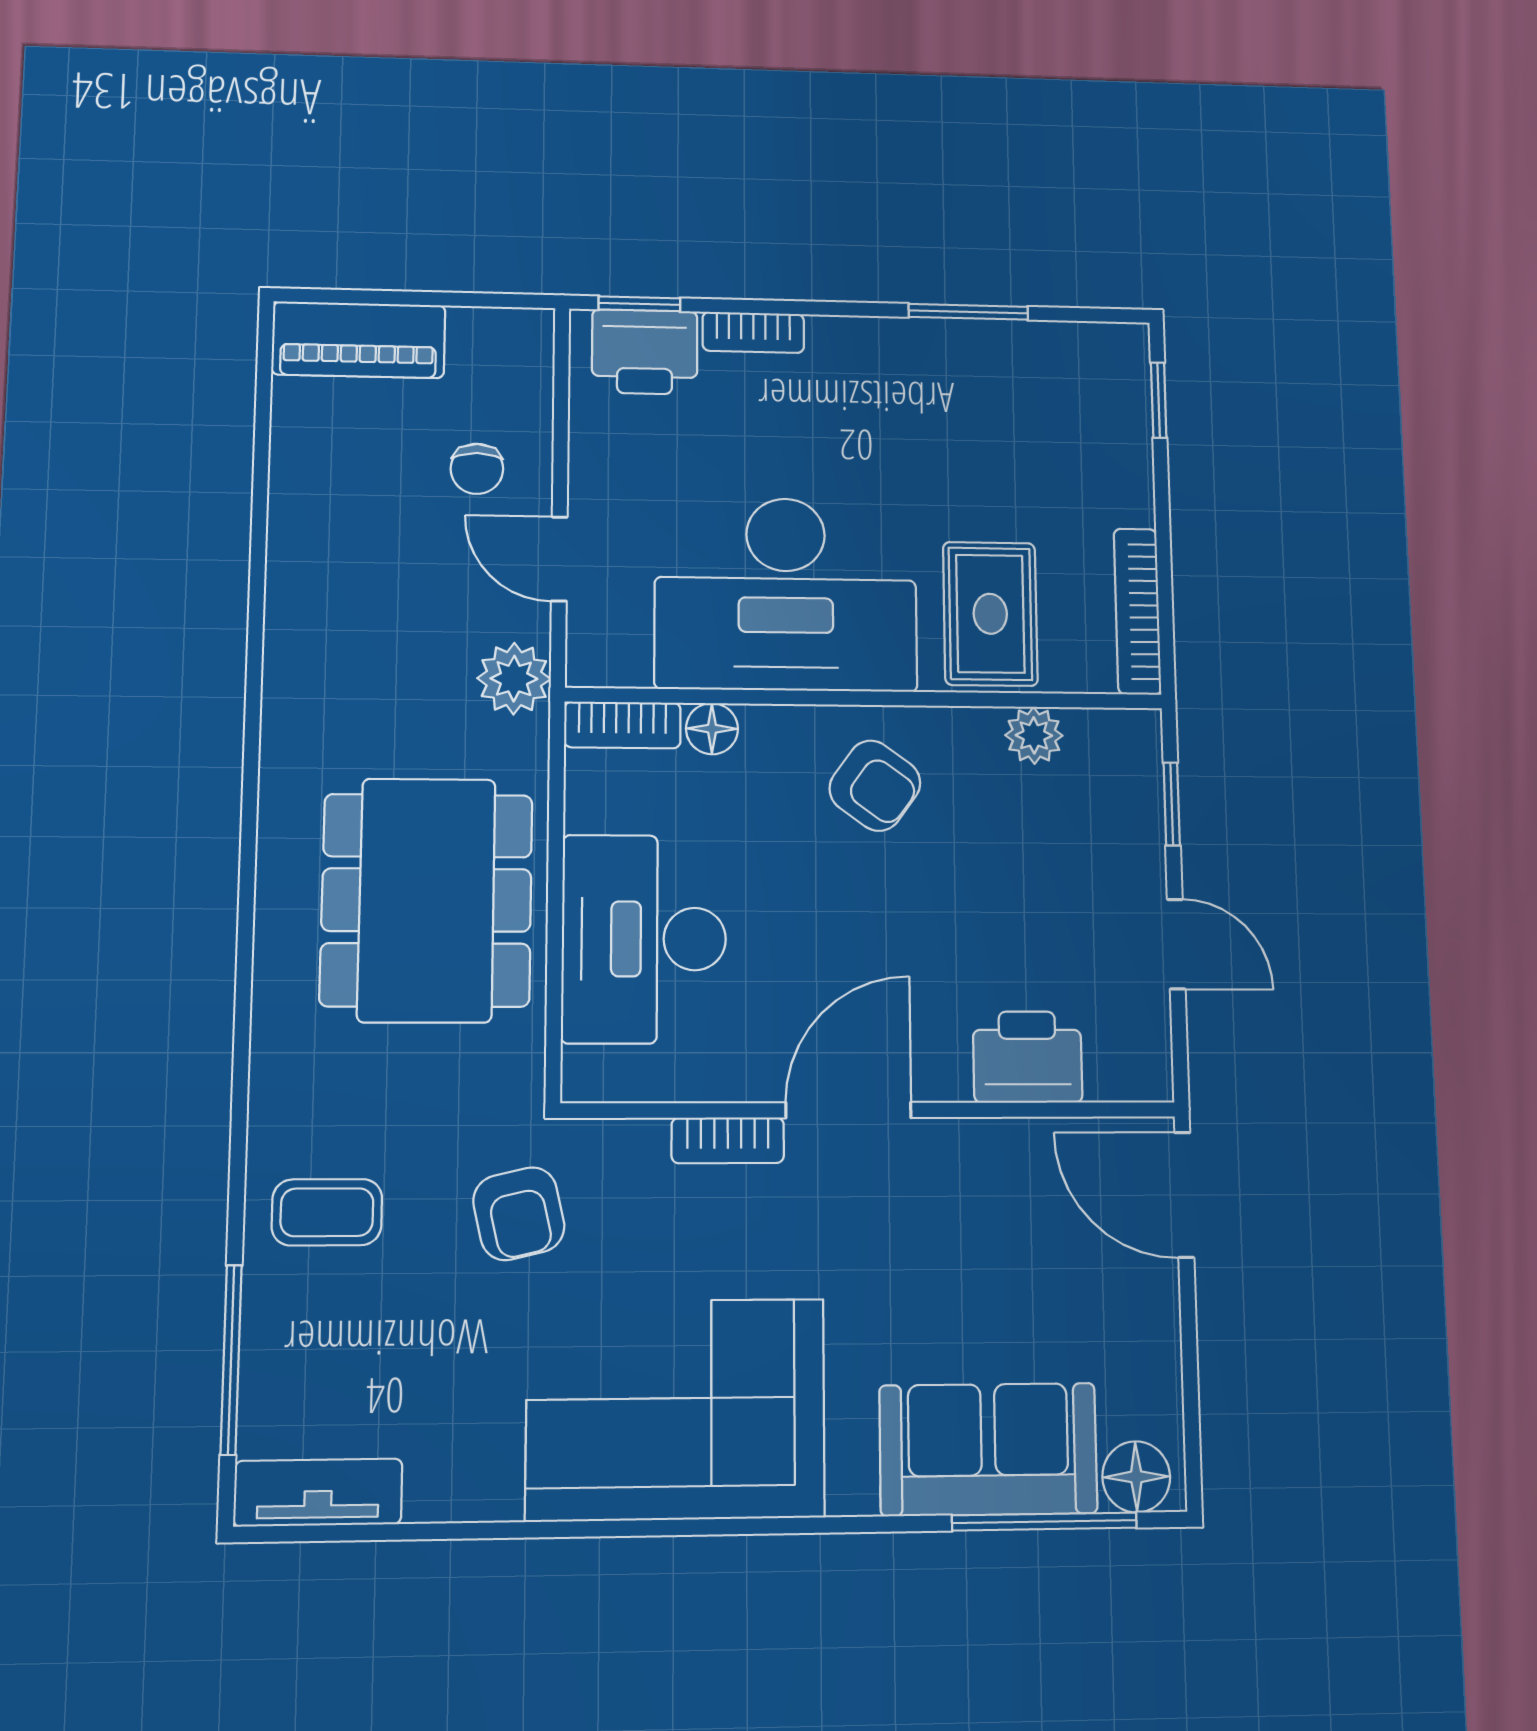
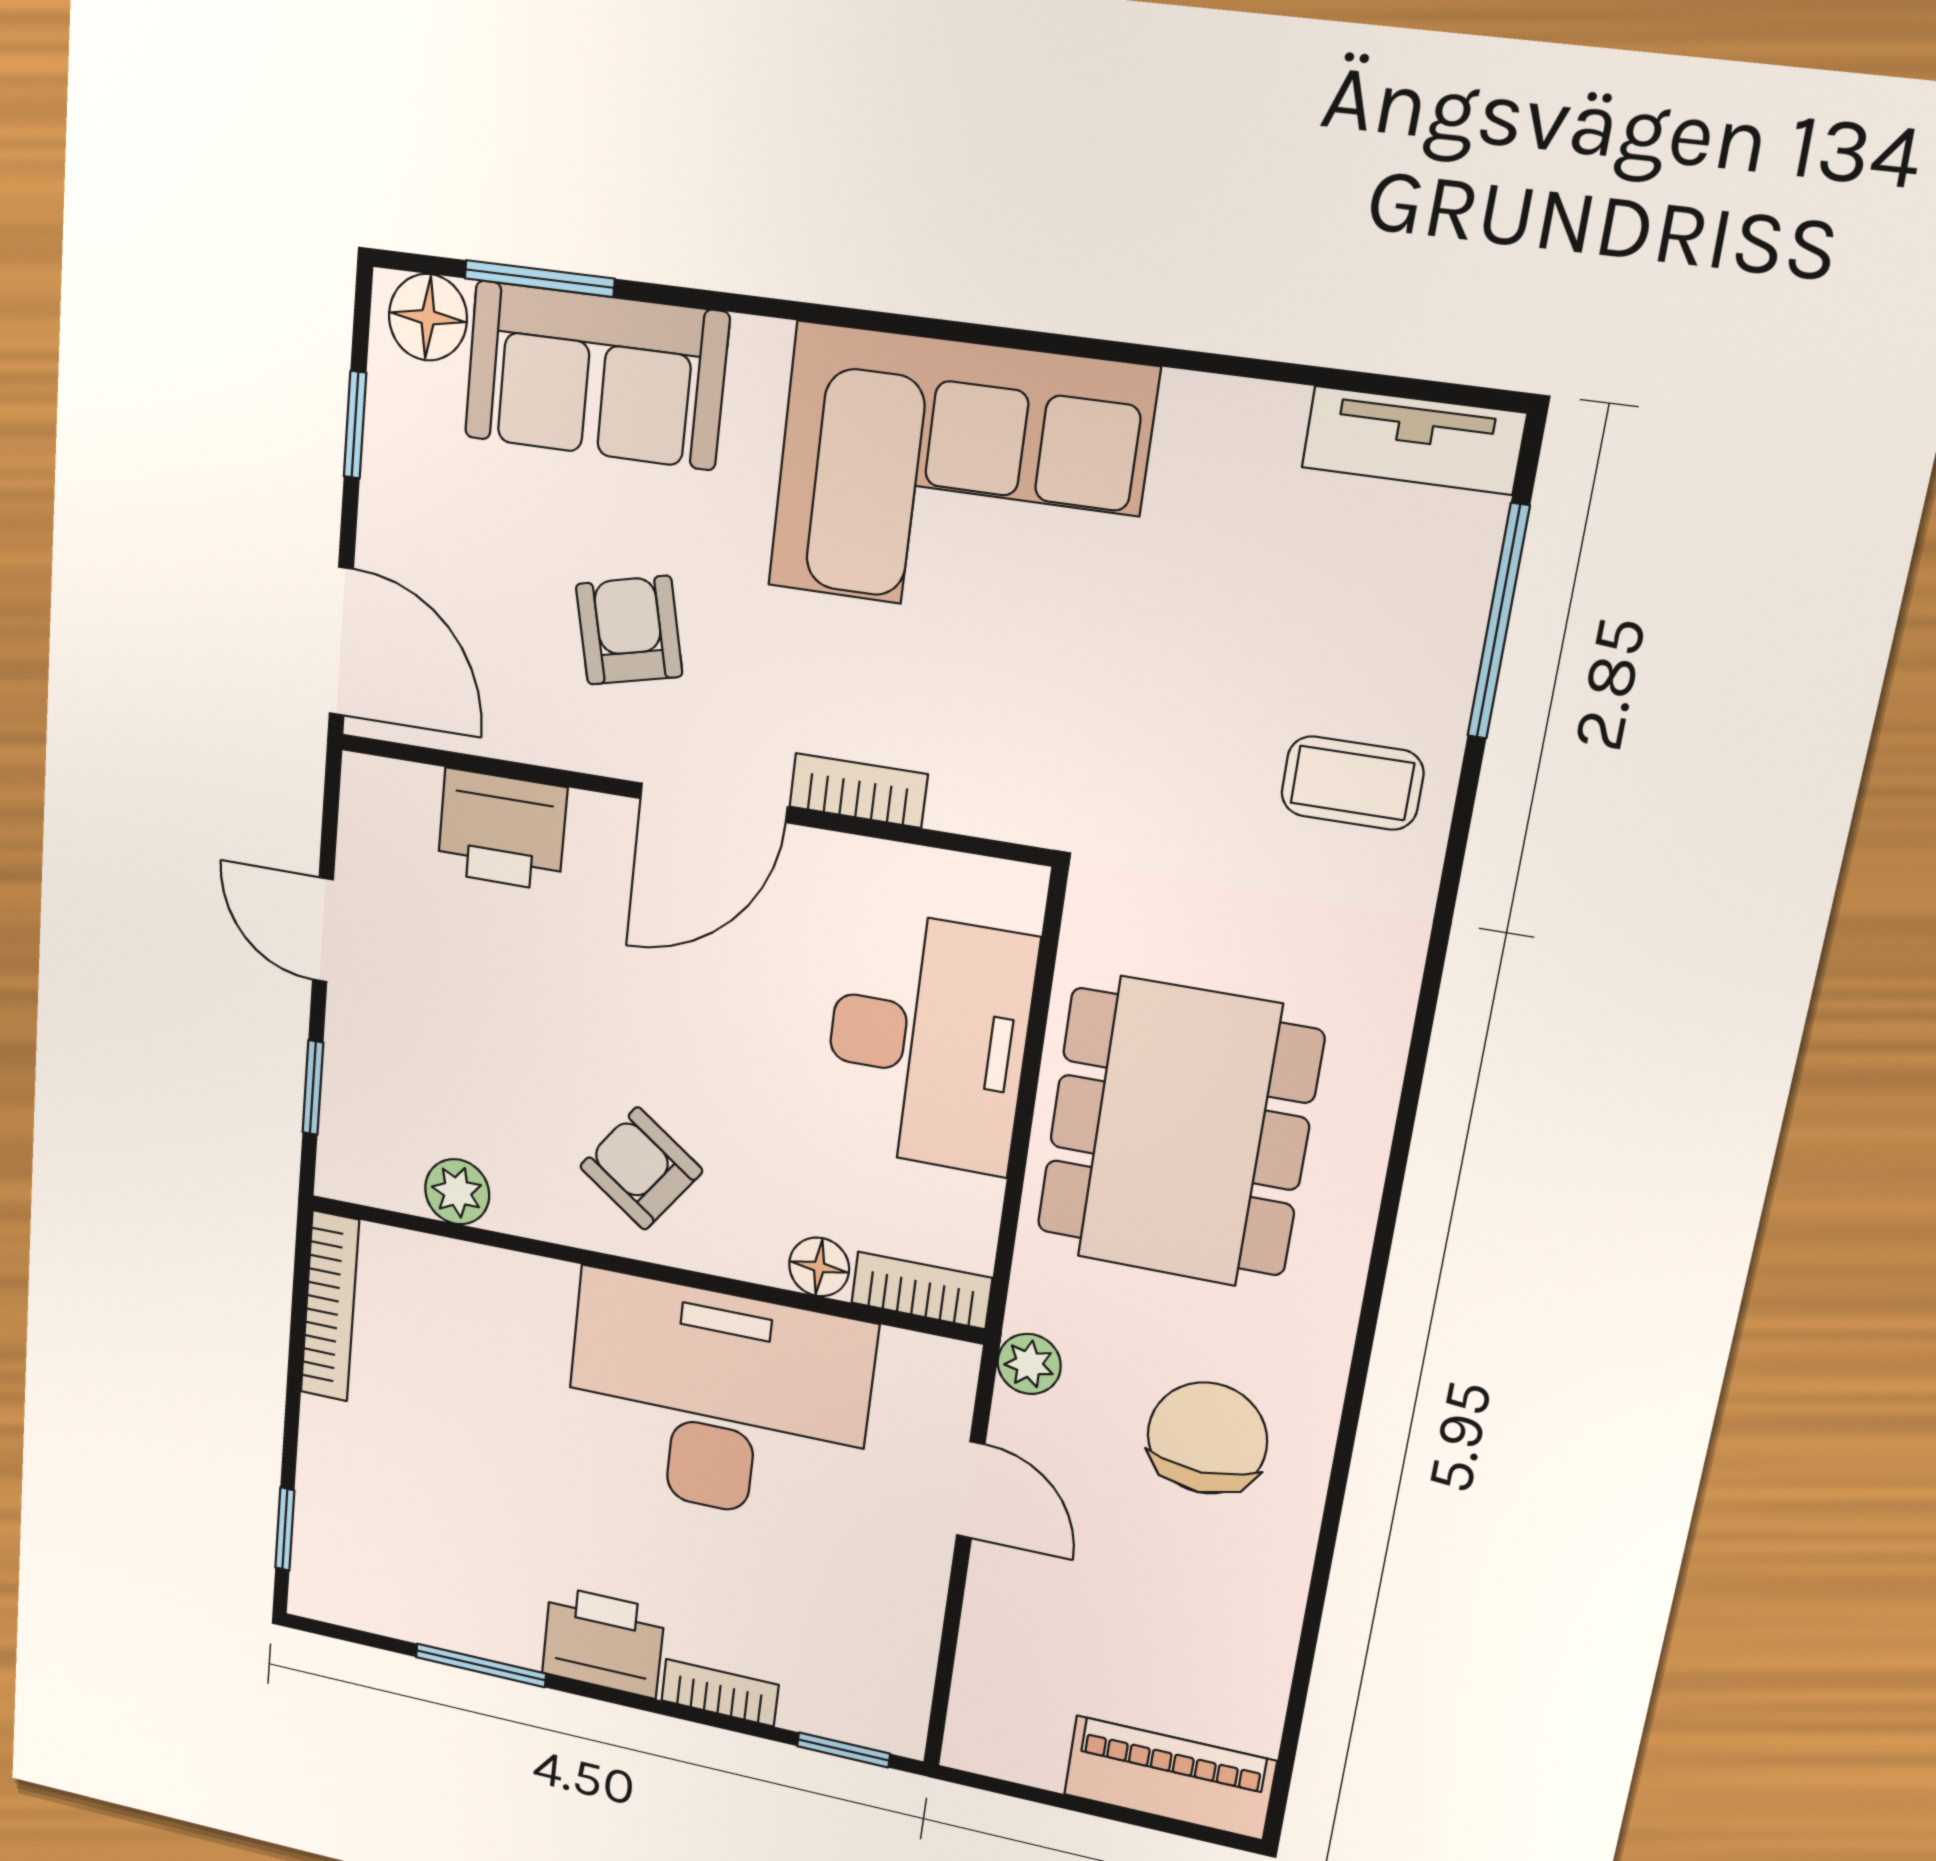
printer: (645, 352) -> (603, 1642), moved
chair: (477, 469) -> (1207, 1438), moved, width x1.87, depth x1.87
rug: (990, 614) -> (491, 1335), removed
plant: (514, 679) -> (1029, 1364), width x0.73, depth x0.73
armchair: (519, 1214) -> (629, 630), moved
window: (1190, 1379) -> (355, 425), added
window: (1044, 1522) -> (539, 279), width x0.69

